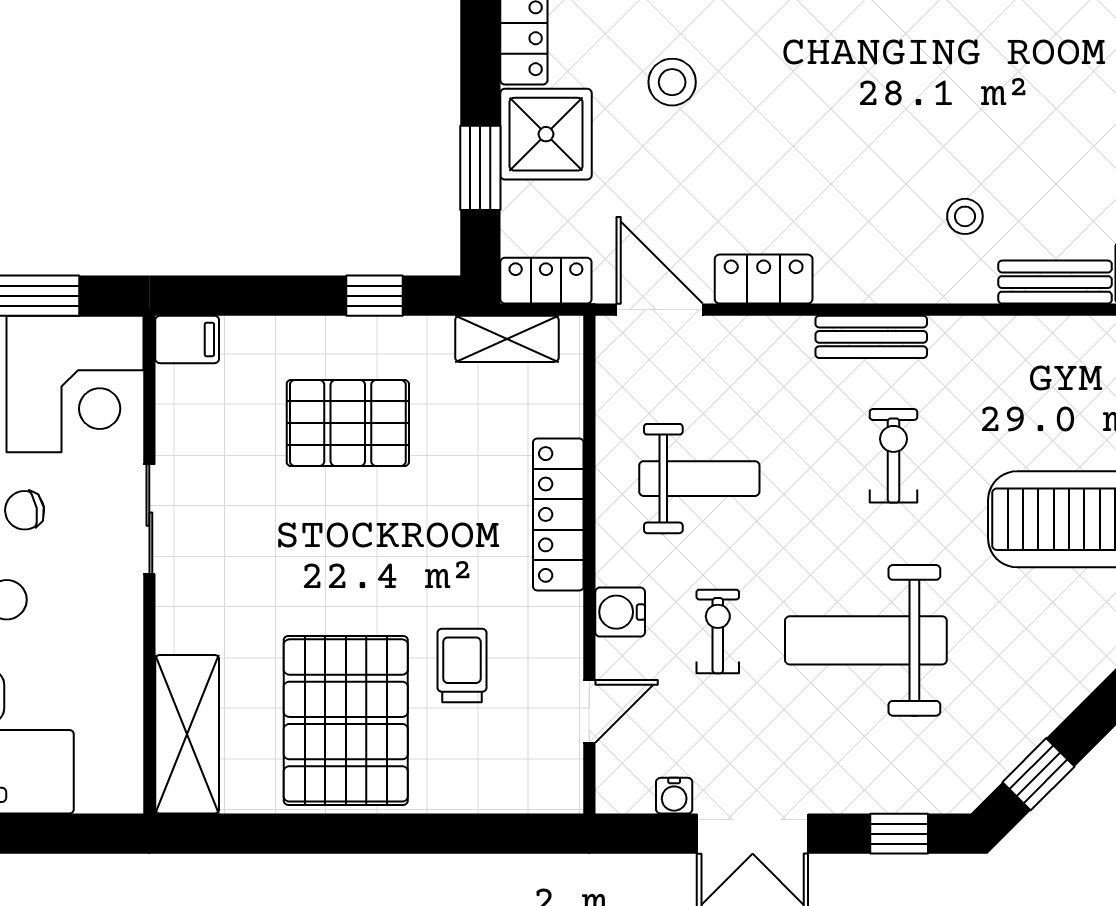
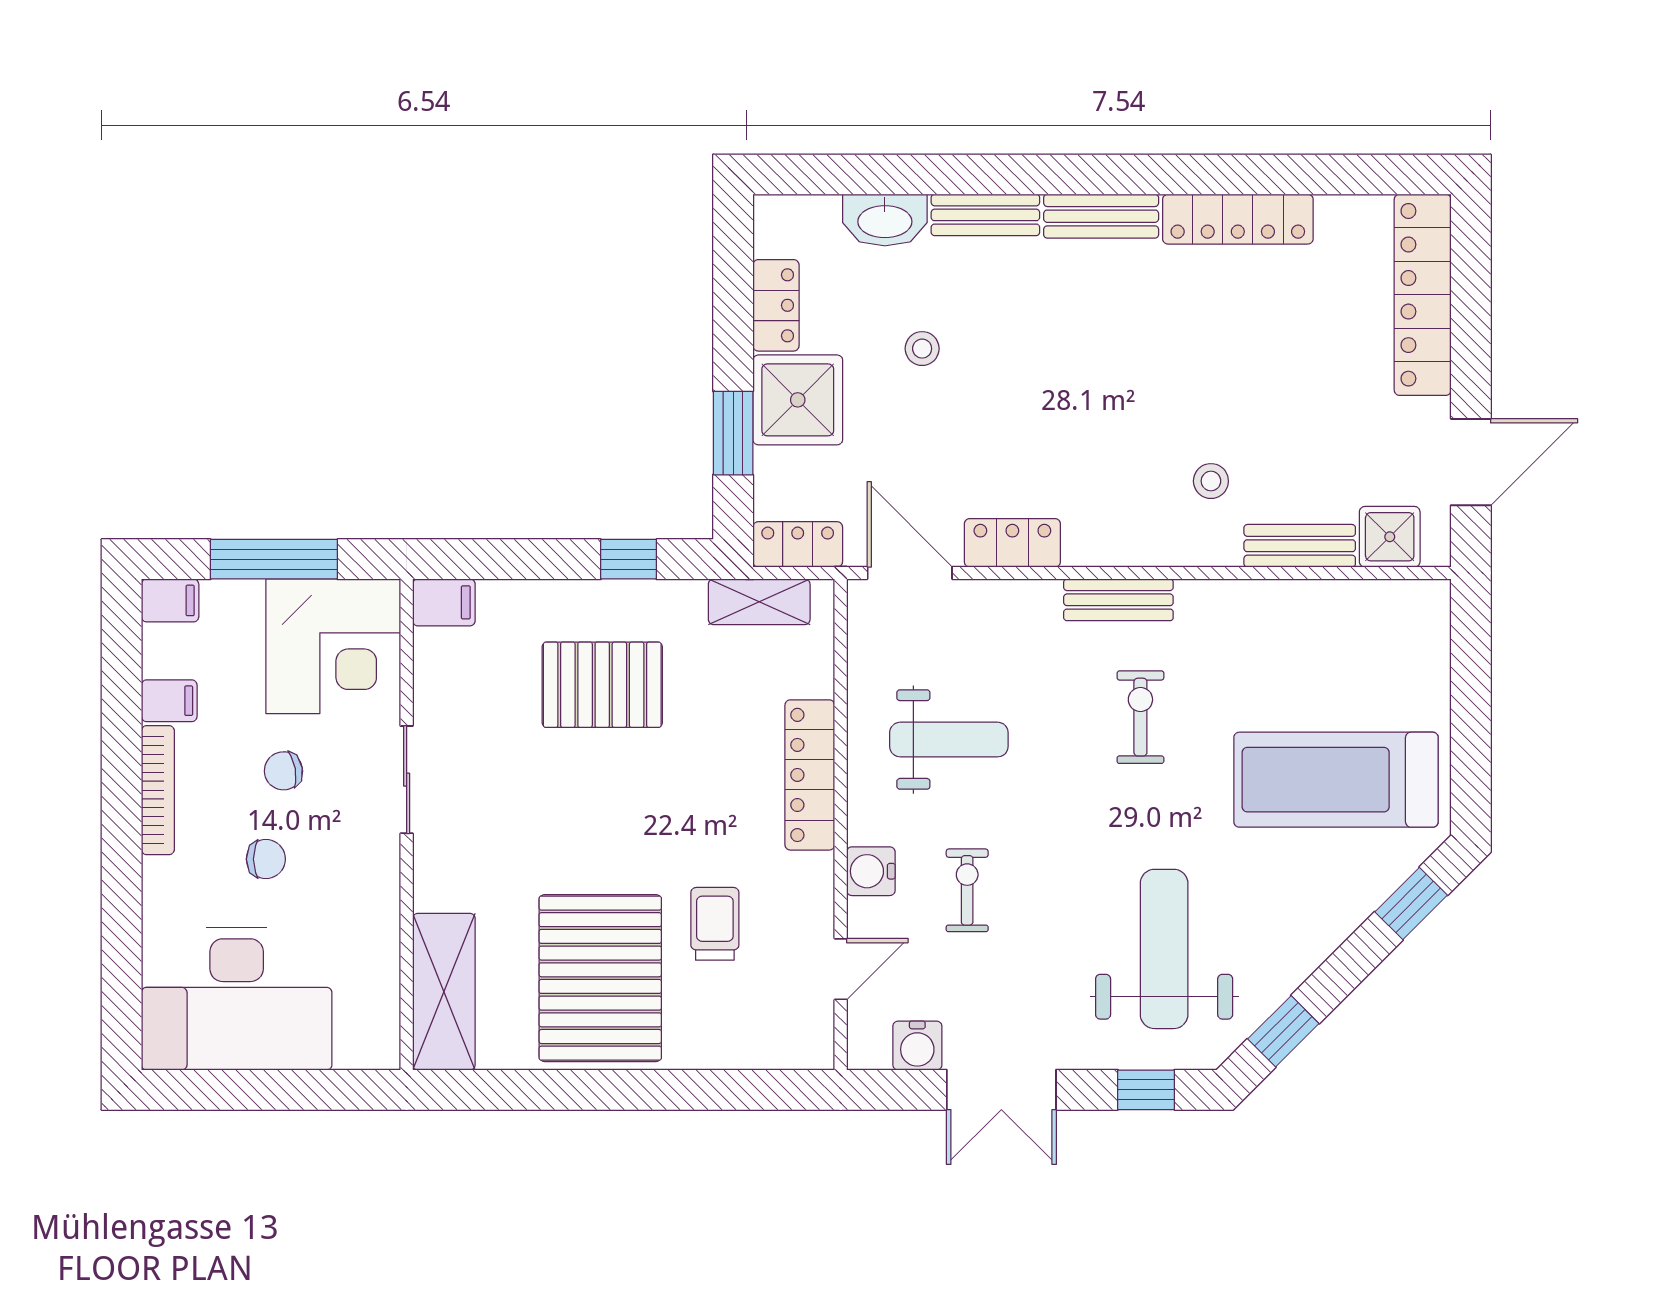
stool: (672, 82) -> (922, 349), width x0.73, depth x0.73
weight bench: (866, 640) -> (1164, 949), moved, turned 90
water cooler: (674, 796) -> (917, 1046), width x1.38, depth x1.38

